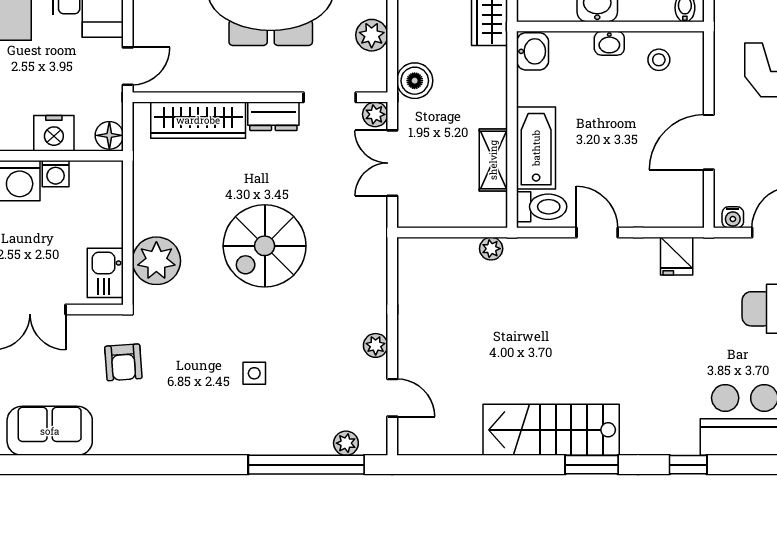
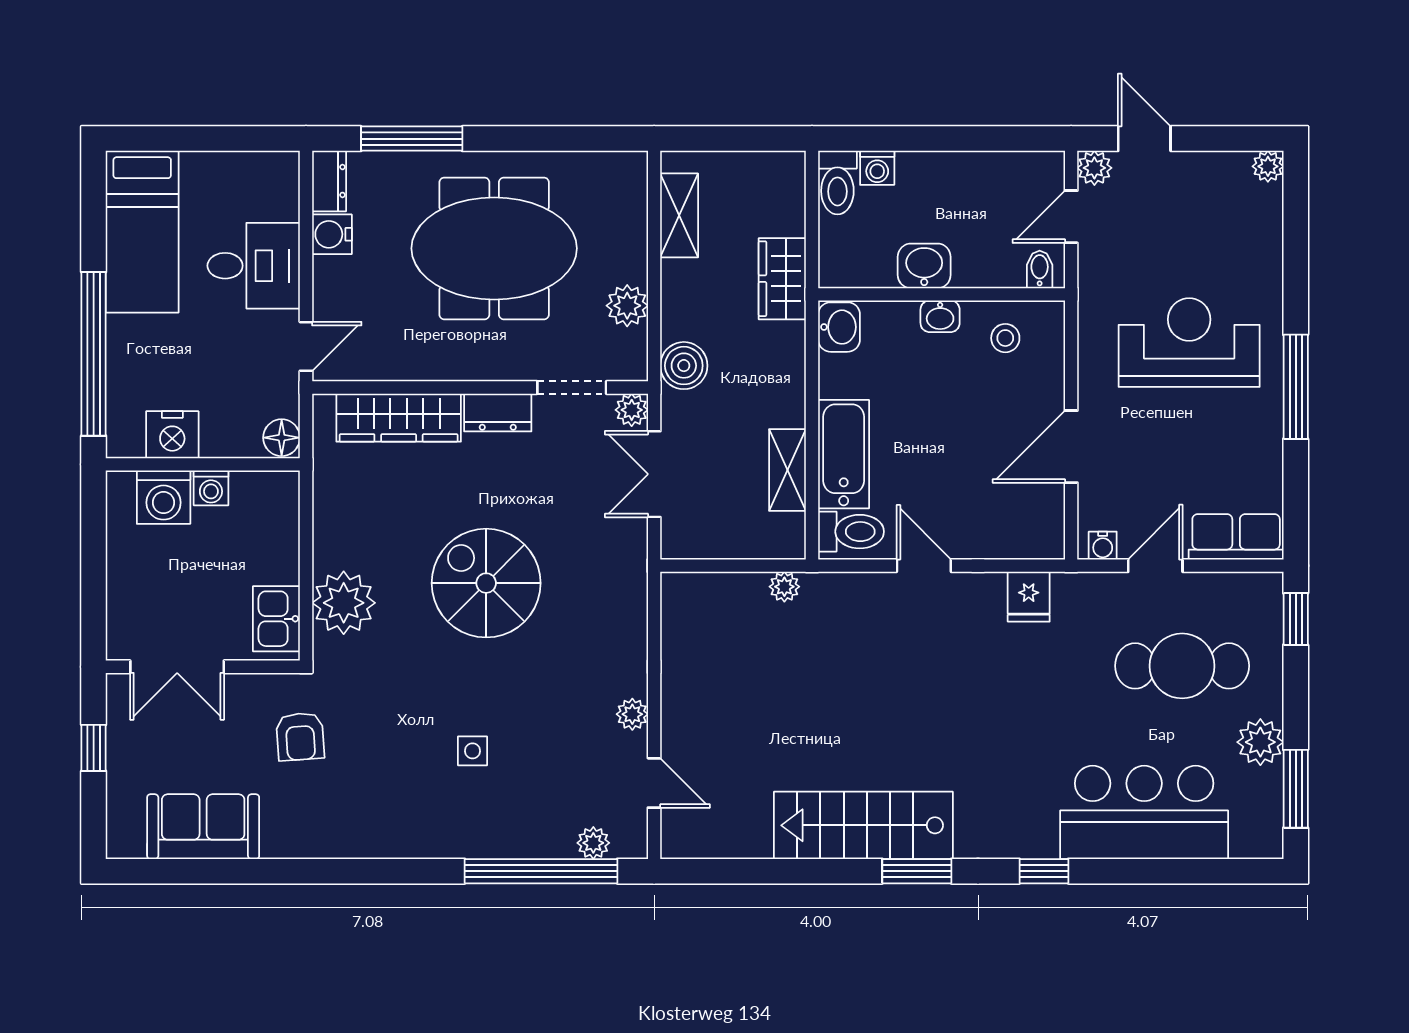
nightstand: (54, 133) -> (172, 435), moved
spiral stairs: (265, 246) -> (486, 583), turned 90

